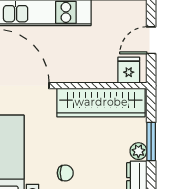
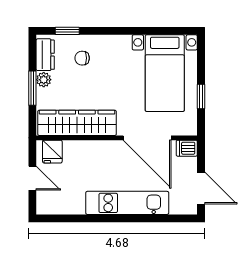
door: (151, 40) -> (32, 178), hinge flipped
chair: (65, 173) -> (82, 58), moved

